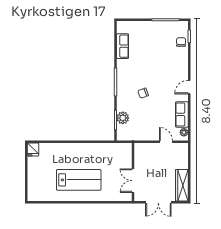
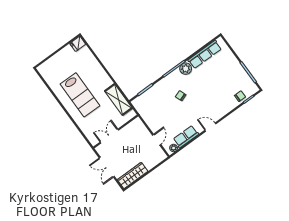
row of seats: (123, 46) -> (205, 54), width x1.48
plant: (123, 118) -> (186, 69), moved
shelving: (107, 150) -> (118, 100), added

